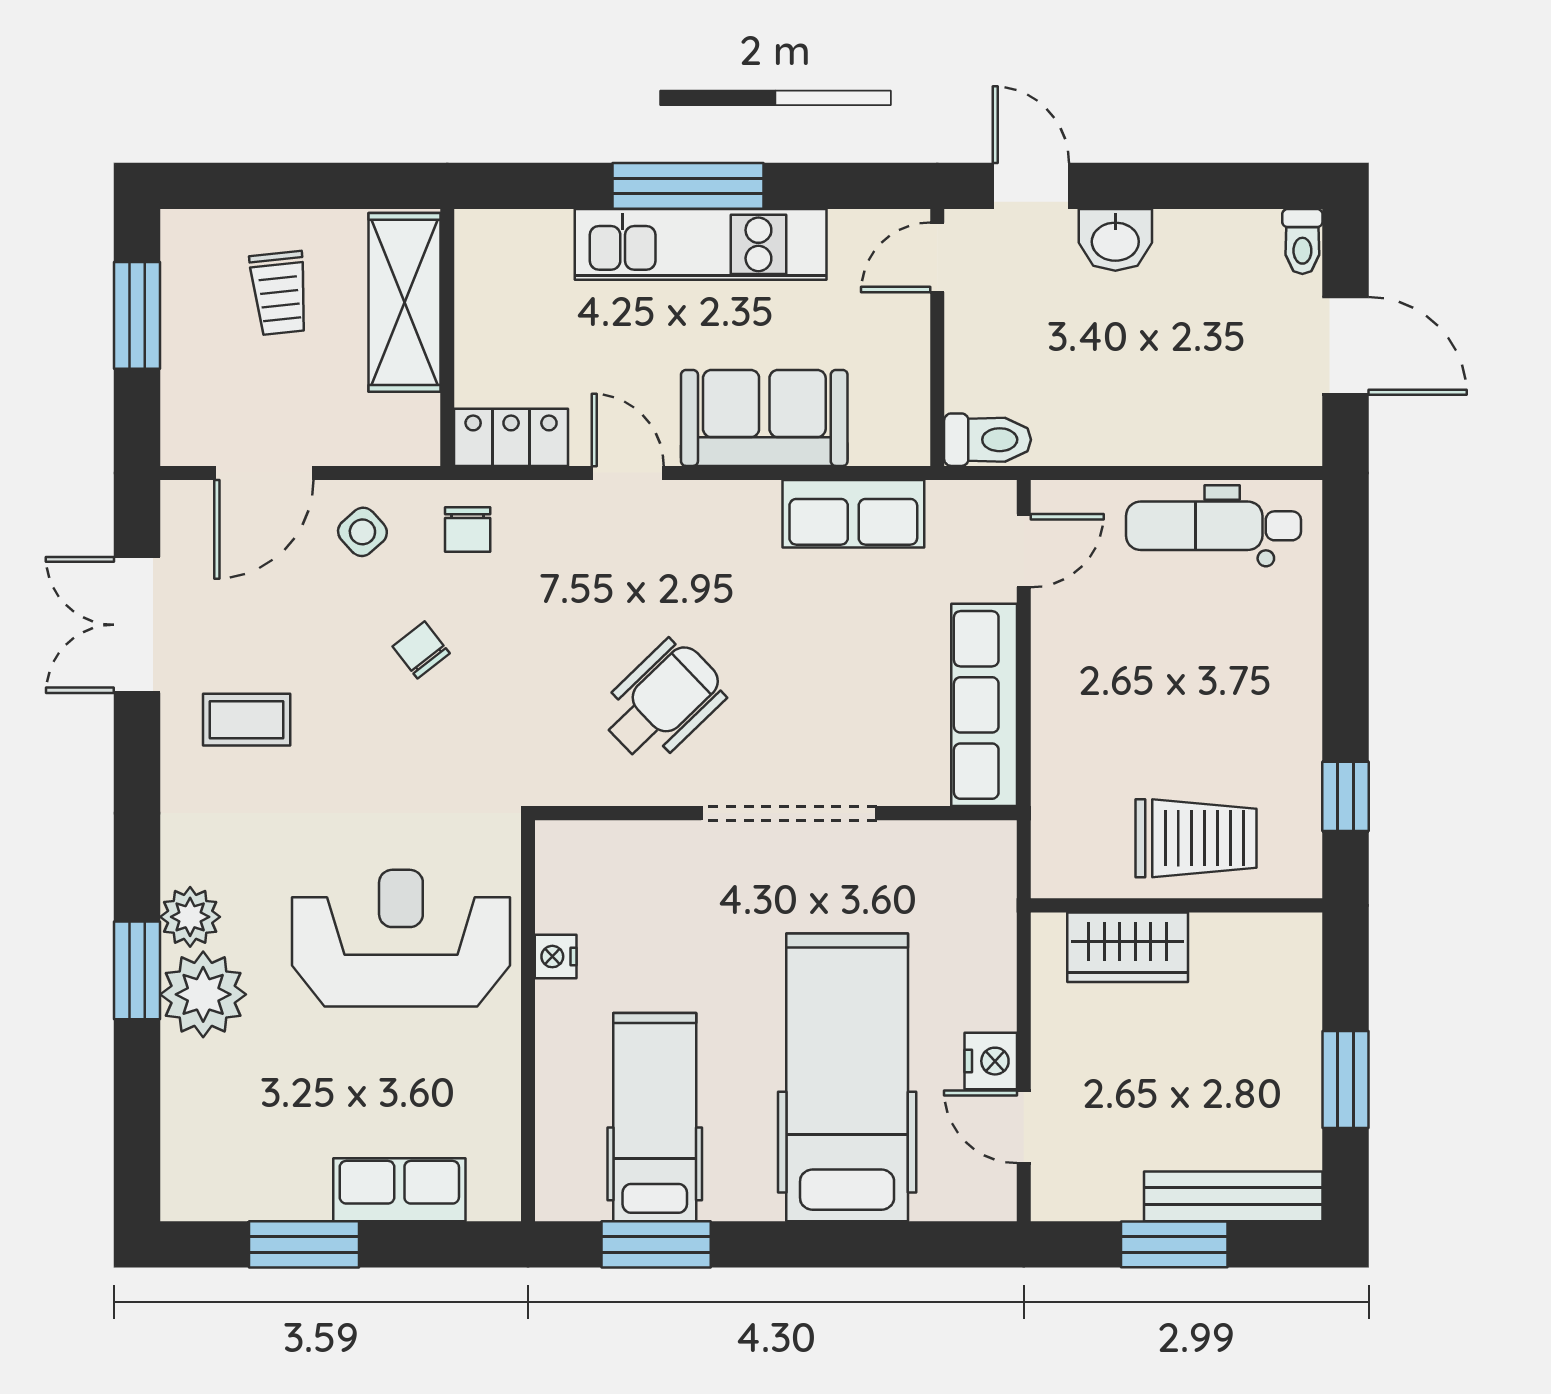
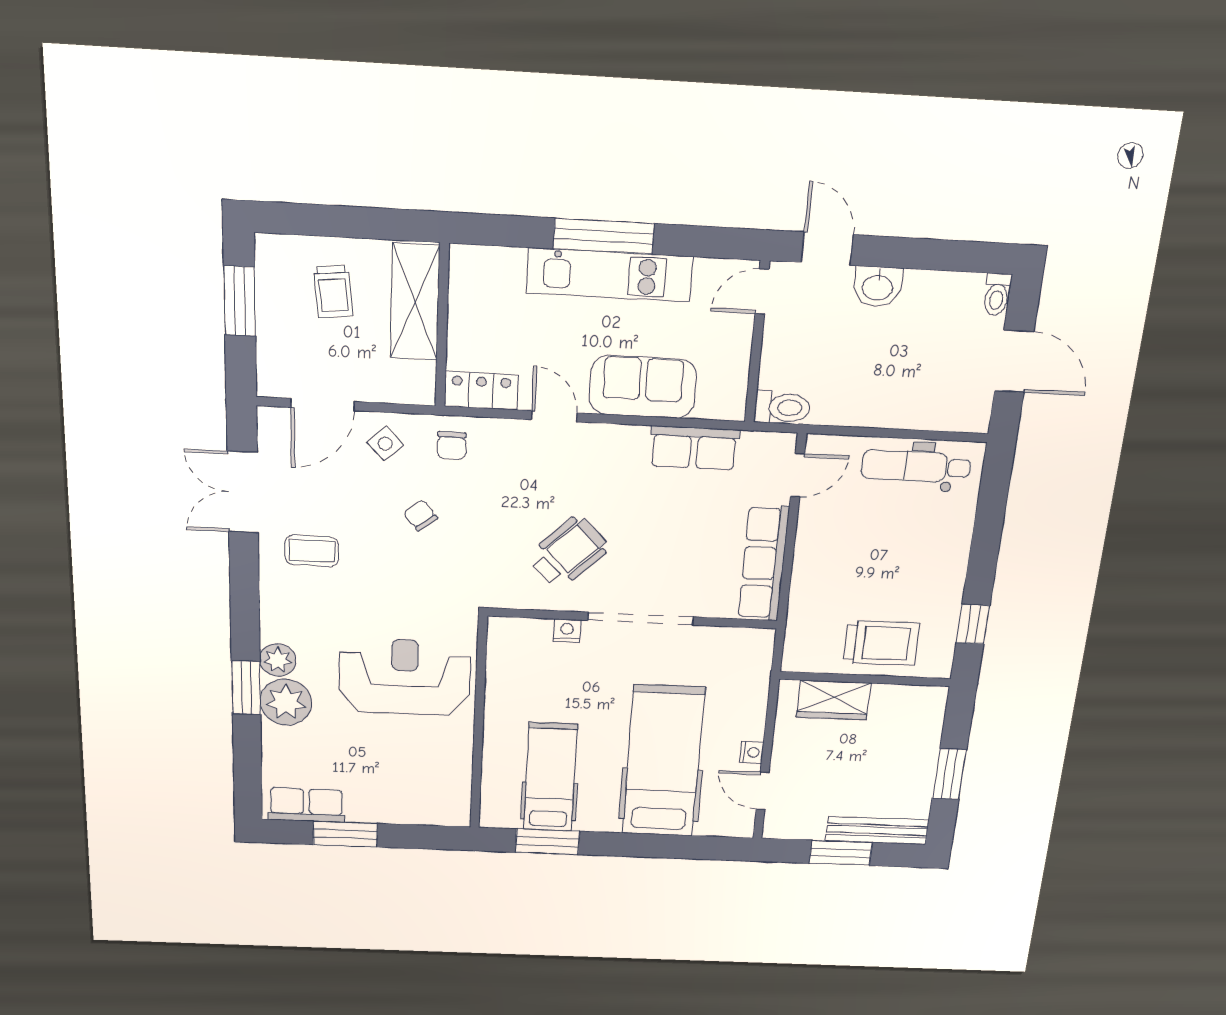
nightstand: (556, 957) -> (567, 631), moved, turned 90
nightstand: (991, 1061) -> (752, 752), width x0.72, depth x0.74
row of seats: (399, 1190) -> (306, 805), moved

